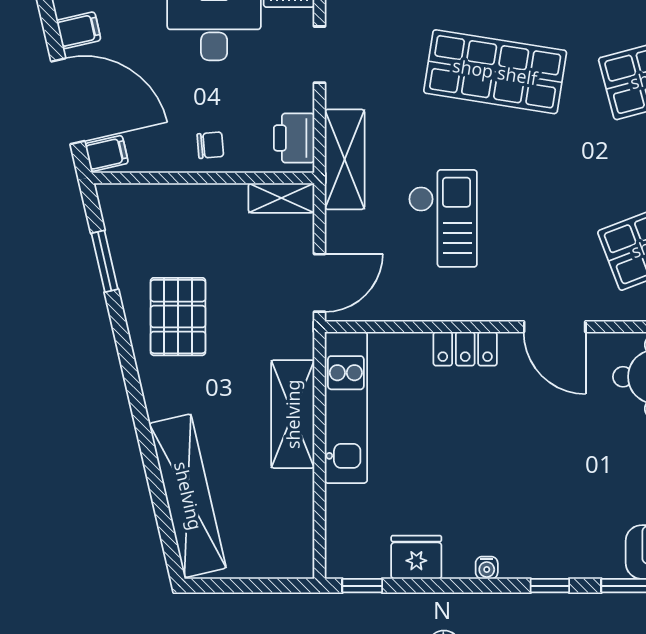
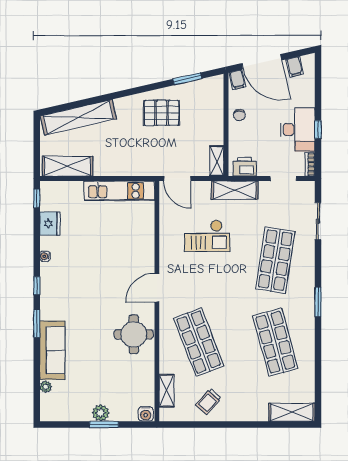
door: (68, 101) -> (262, 62), hinge flipped
chair: (210, 145) -> (239, 115), moved
locker: (465, 349) -> (147, 246), removed
shelving: (293, 414) -> (68, 166), moved

